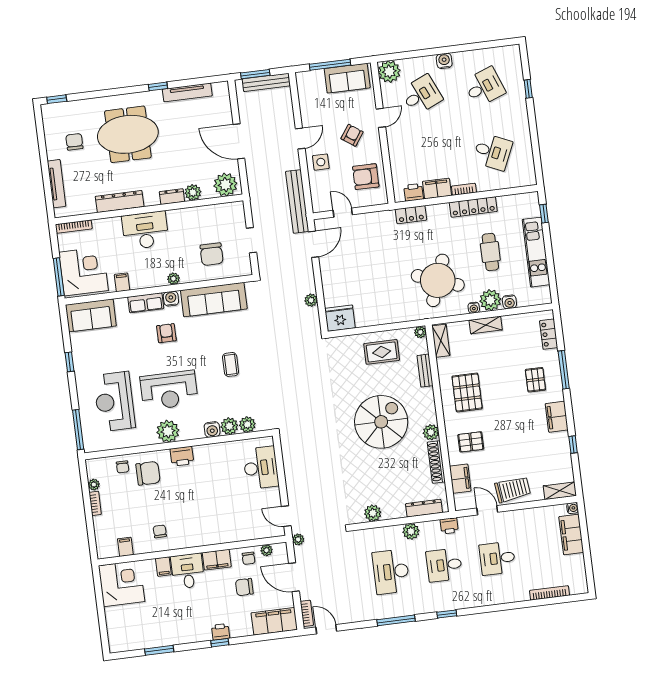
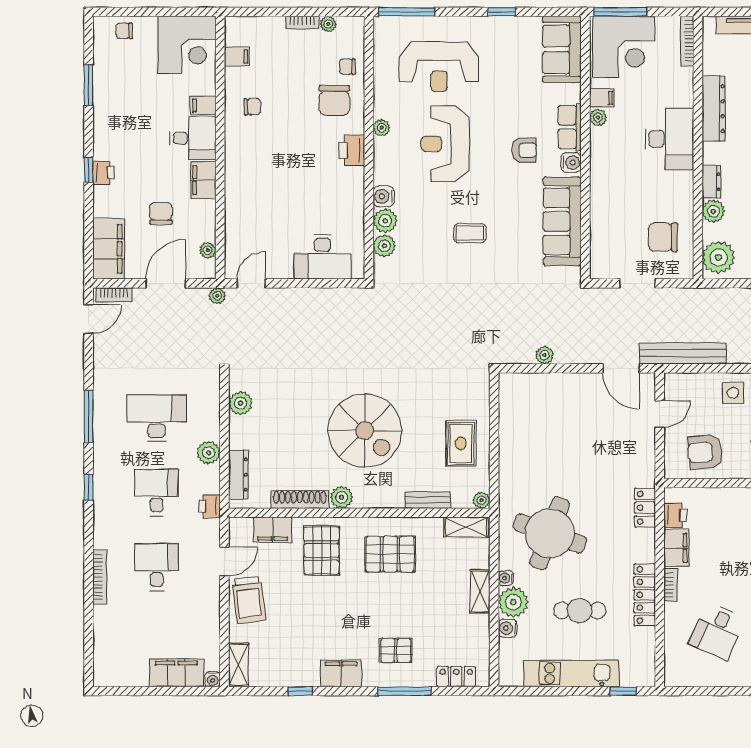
armchair: (366, 177) -> (705, 452), turned -95
chair: (212, 254) -> (663, 237), moved
plant: (173, 279) -> (598, 117), moved
fridge: (340, 318) -> (515, 392), removed
reception desk: (114, 402) -> (439, 67), turned 180
plant: (168, 431) -> (381, 128), width x0.53, depth x0.53
pallet: (471, 442) -> (321, 551), width x1.50, depth x1.42
chair: (249, 558) -> (124, 31), moved
bookcase: (549, 593) -> (100, 577), moved

